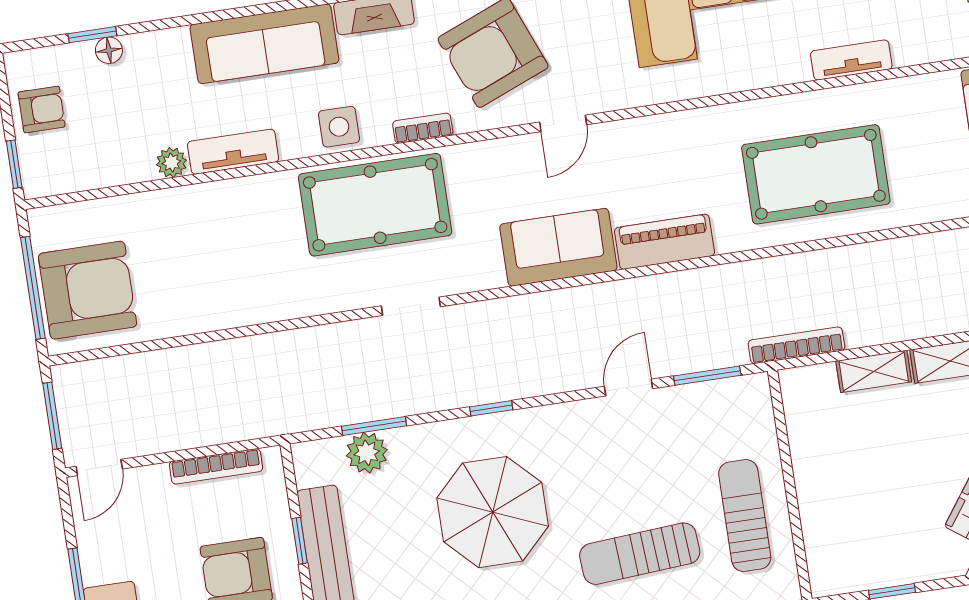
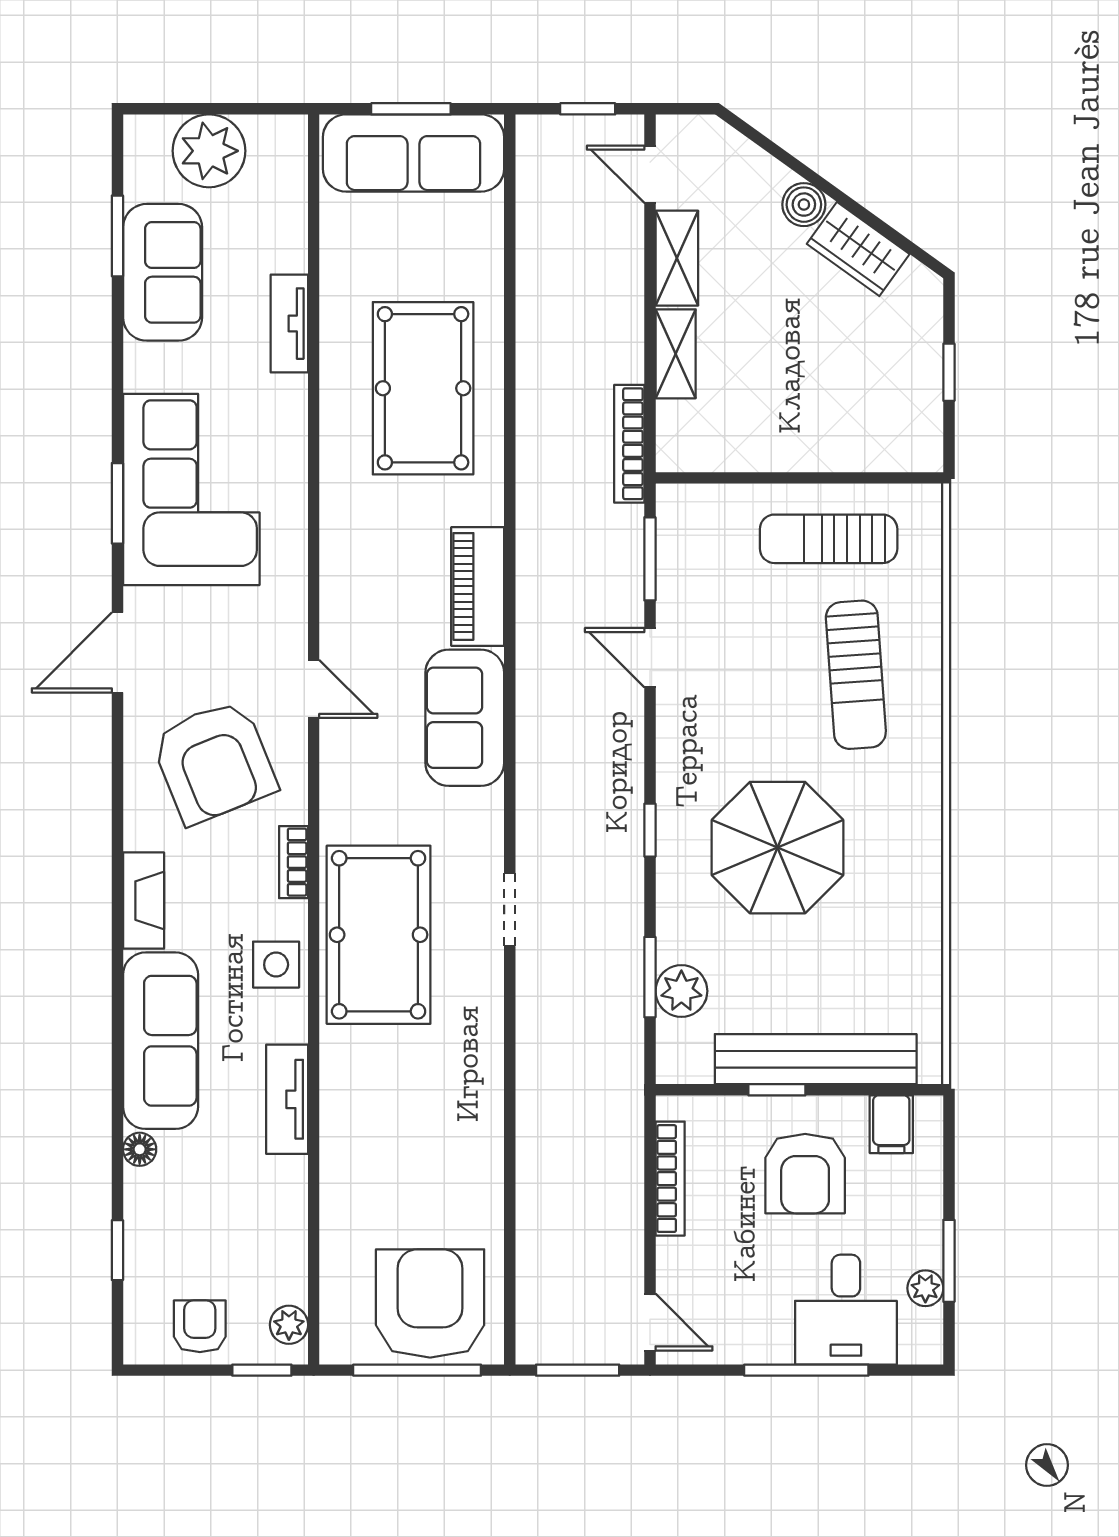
floor lamp: (109, 50) -> (140, 1149), moved
plant: (171, 162) -> (289, 1325), moved

